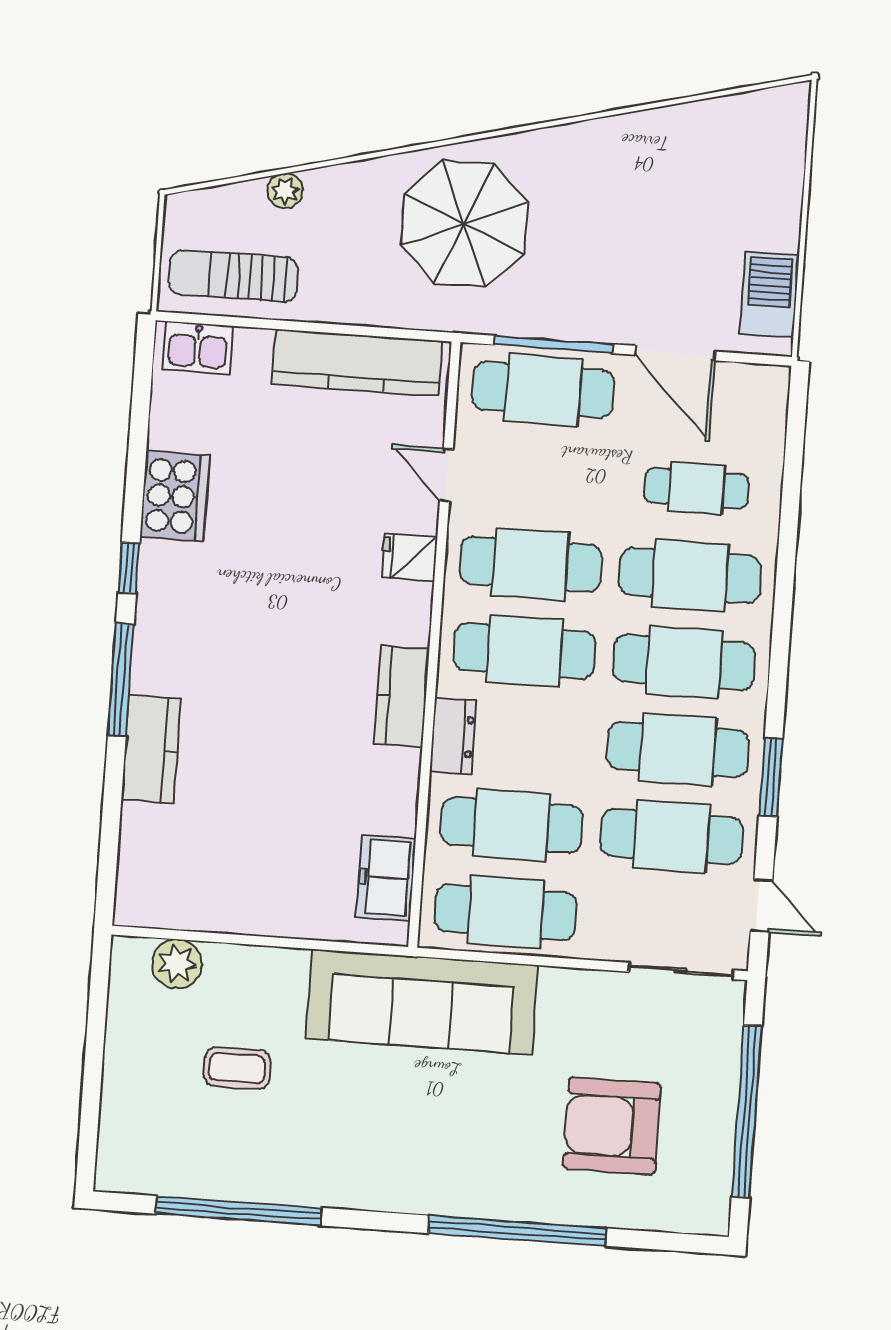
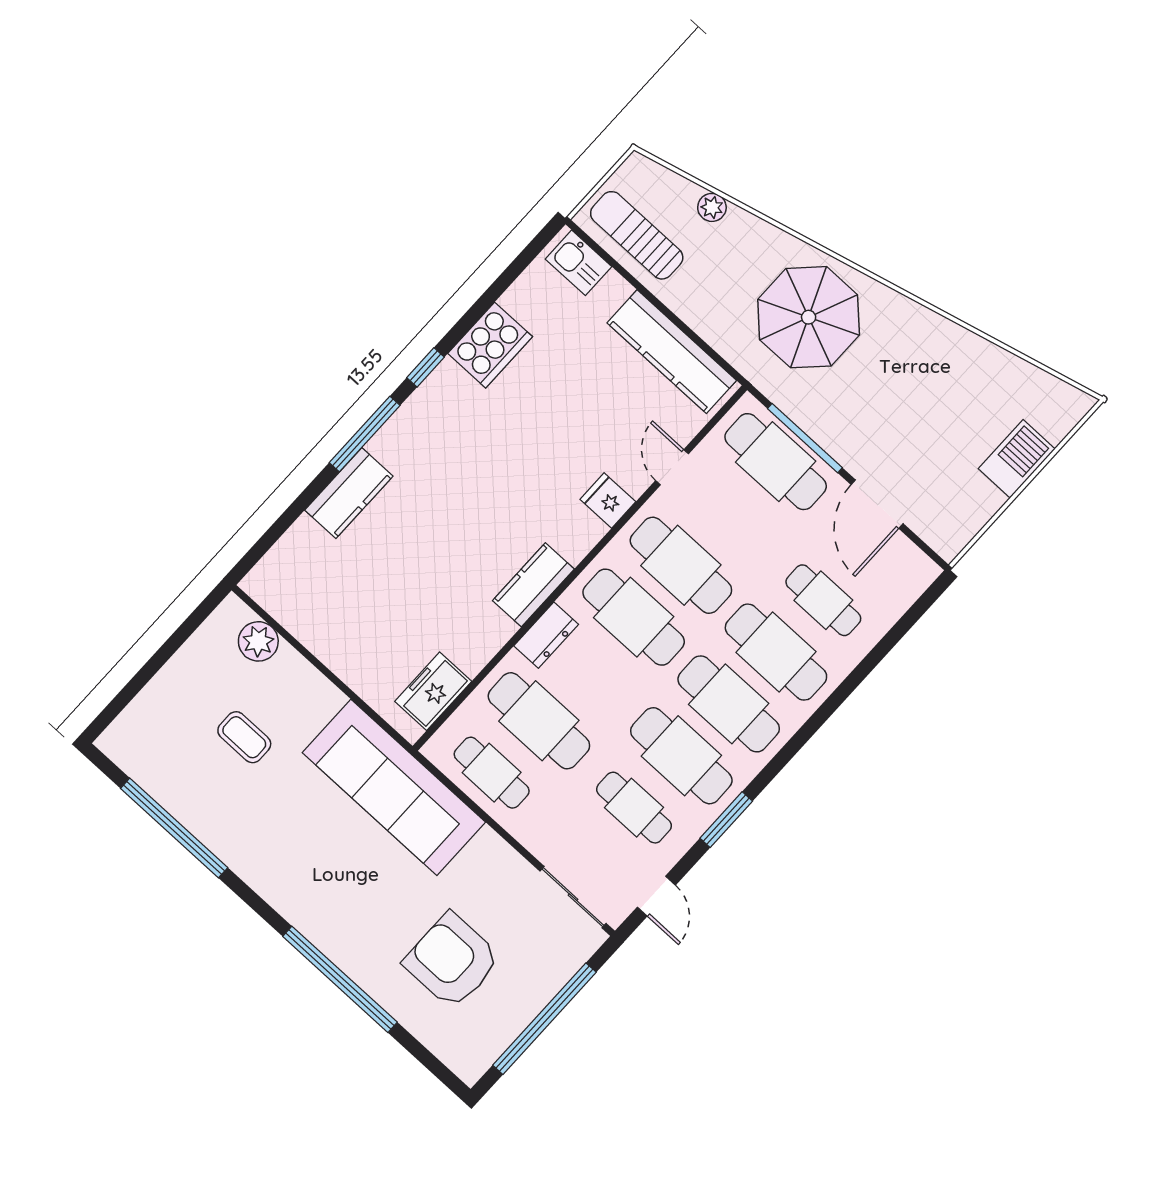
barbecue: (769, 295) -> (1017, 459), moved
cafe table: (672, 837) -> (634, 808), width x0.73, depth x0.74
cafe table: (506, 912) -> (492, 773), width x0.73, depth x0.74

